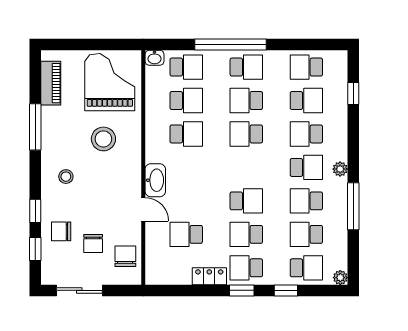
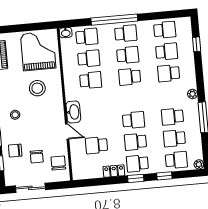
school desk: (306, 67) -> (165, 30), turned 180
school desk: (246, 101) -> (128, 55), turned 180
school desk: (306, 167) -> (171, 95), removed

